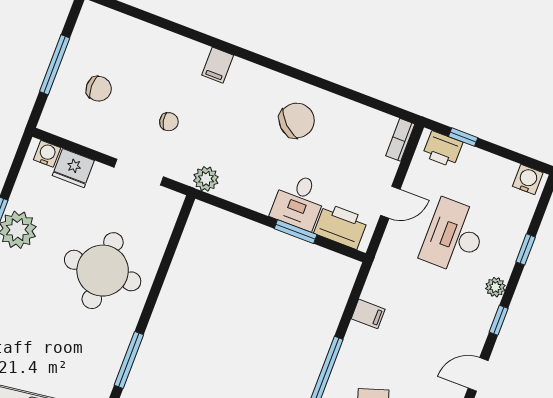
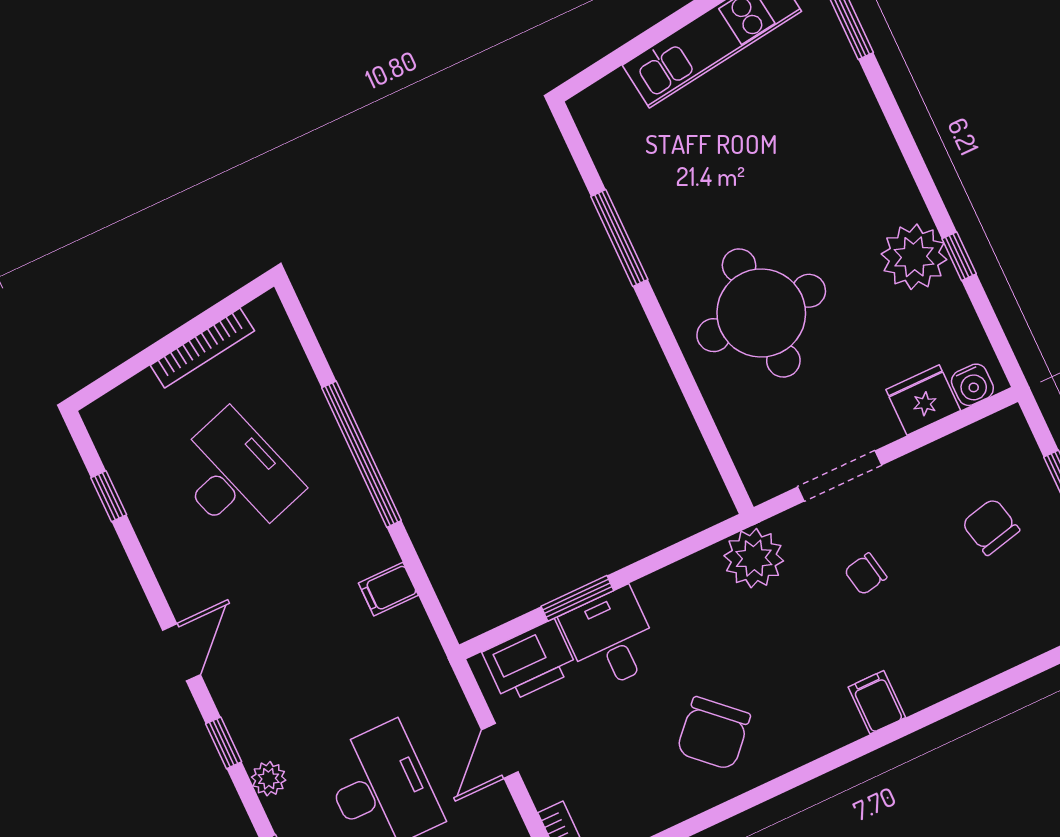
chair: (99, 89) -> (991, 527), turned 77
plant: (206, 179) -> (754, 558), width x1.36, depth x1.36

